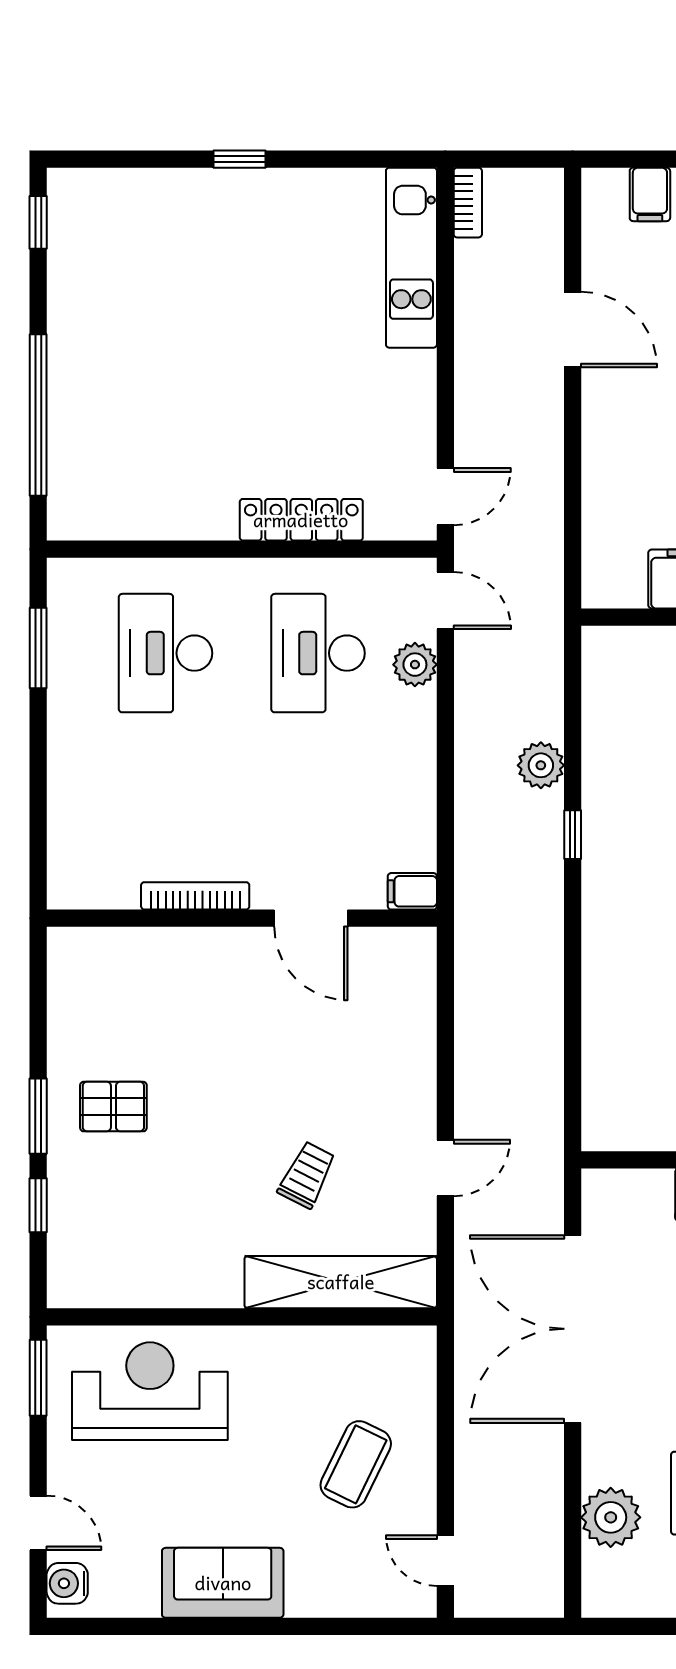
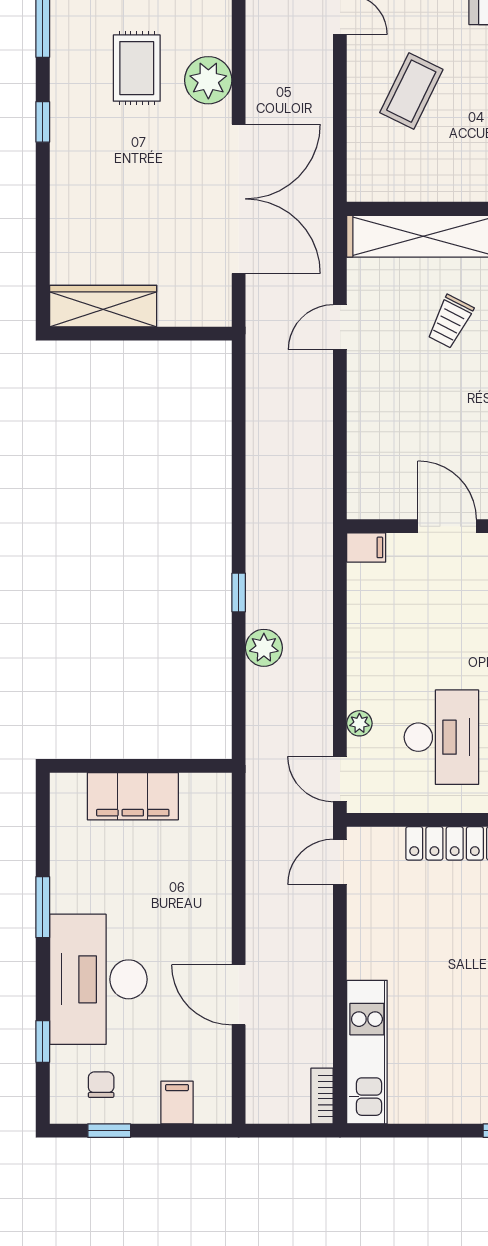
plant: (415, 665) -> (359, 723), width x0.73, depth x0.73
plant: (611, 1517) -> (208, 80), moved

